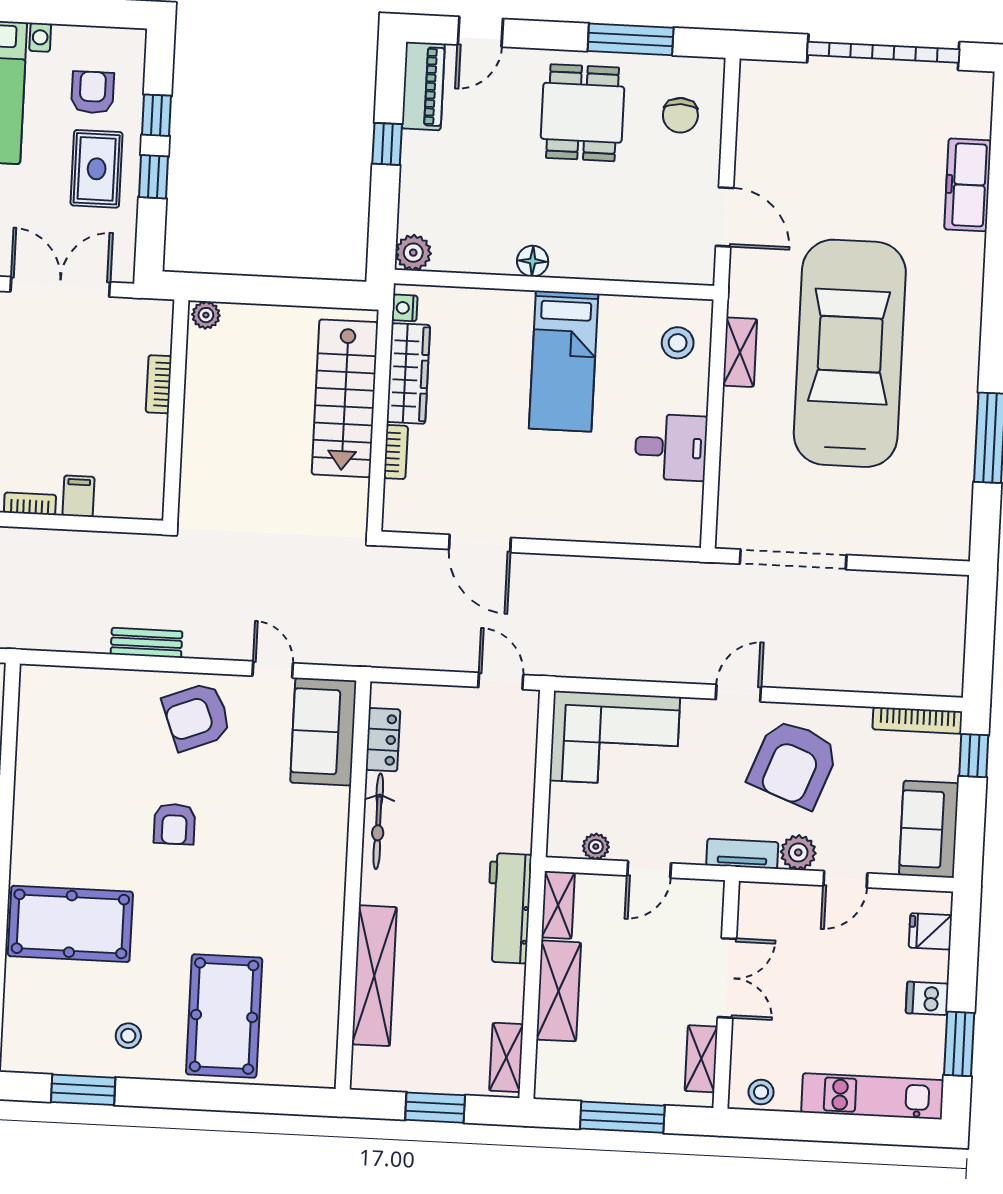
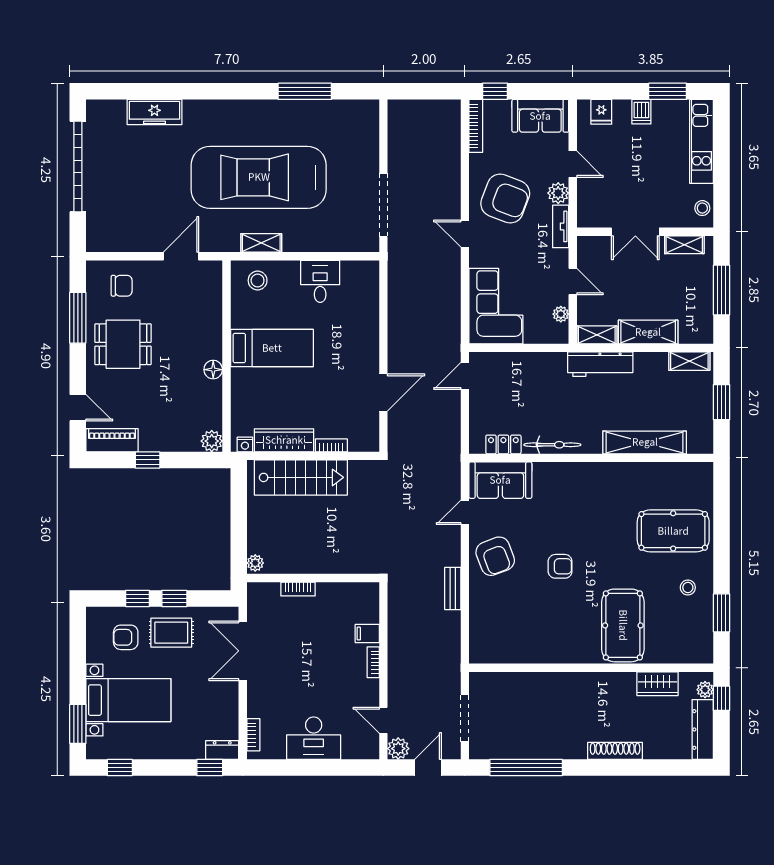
double door: (727, 978) -> (635, 232), swing flipped

